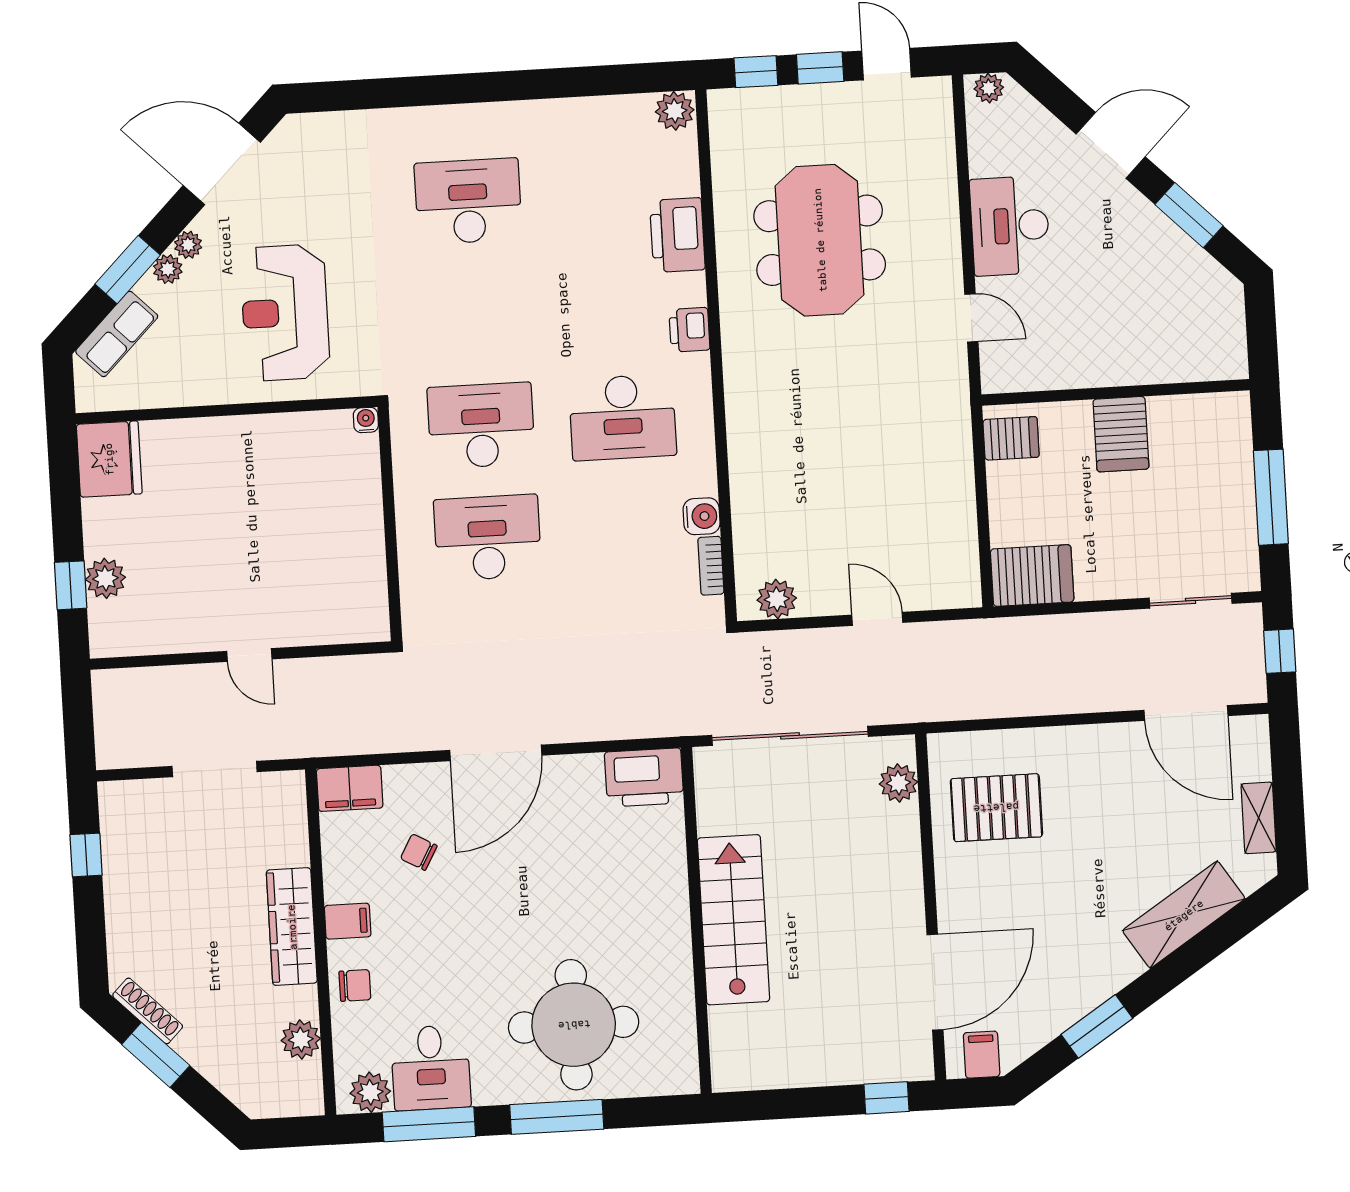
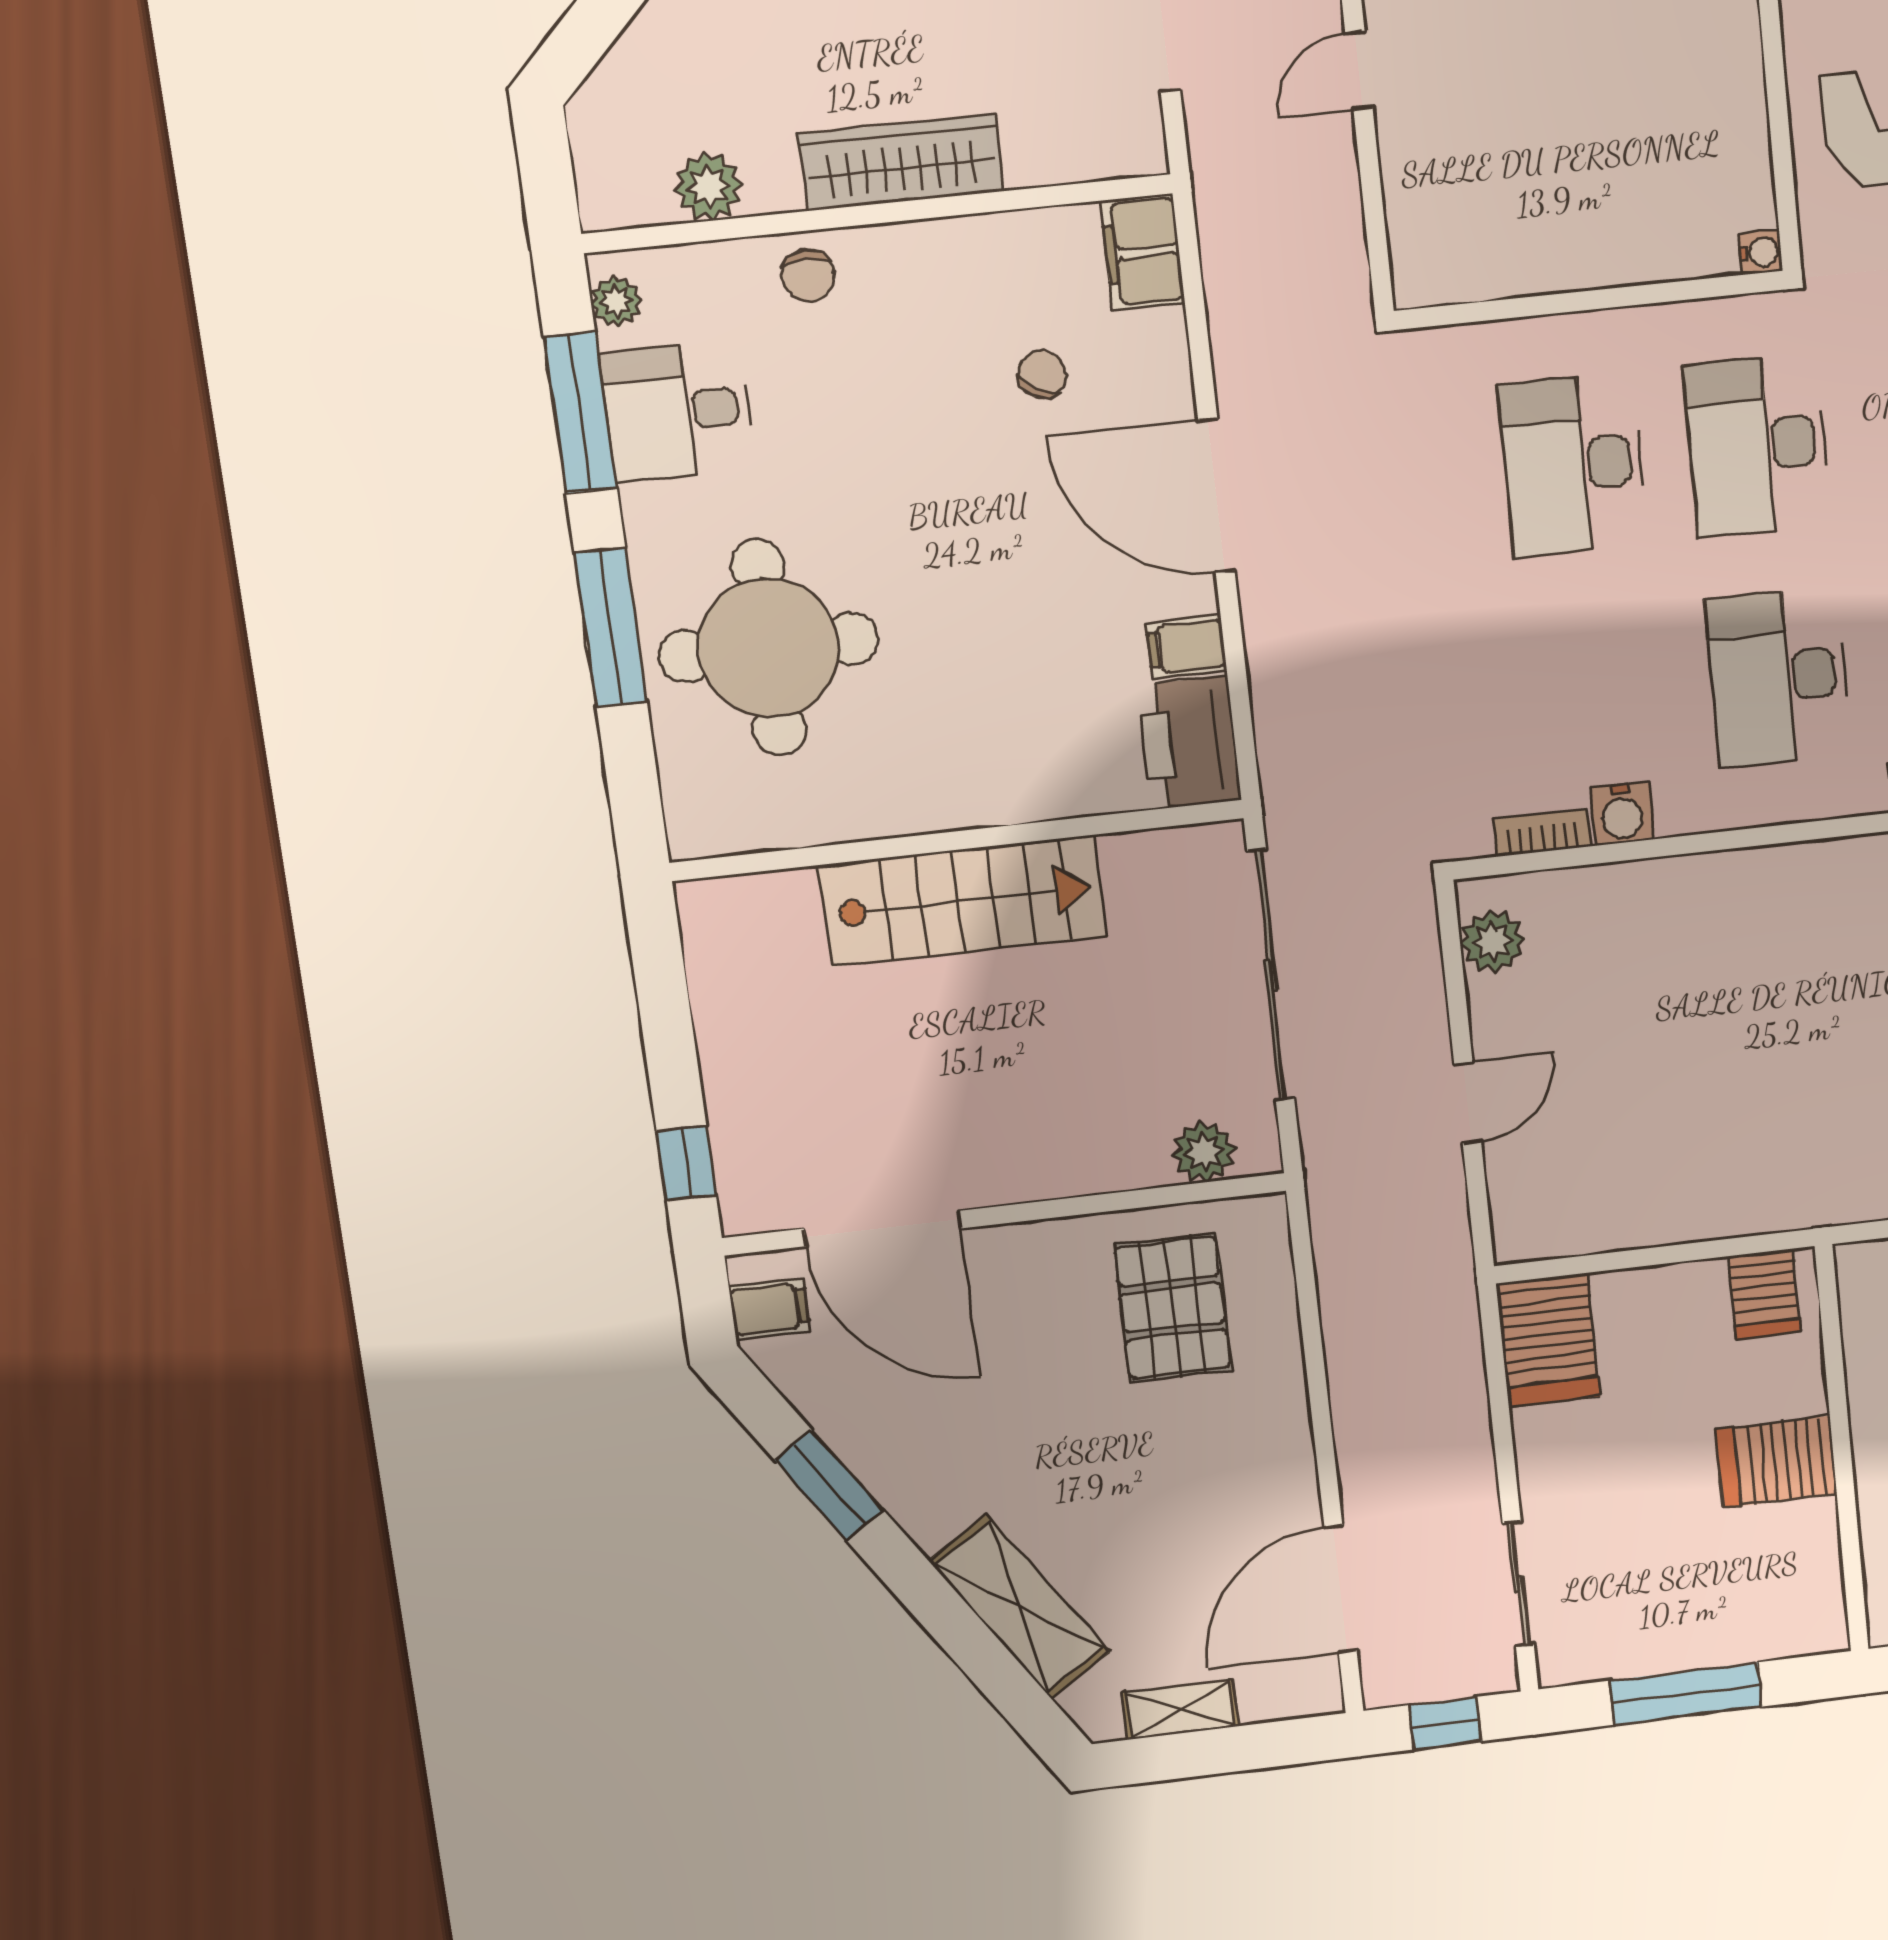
desk: (481, 426) -> (1758, 445), turned 180
desk: (488, 538) -> (1573, 465), turned 180
filing cabinet: (348, 921) -> (1186, 647), moved, turned 90
plant: (370, 1092) -> (616, 302), width x0.73, depth x0.73

